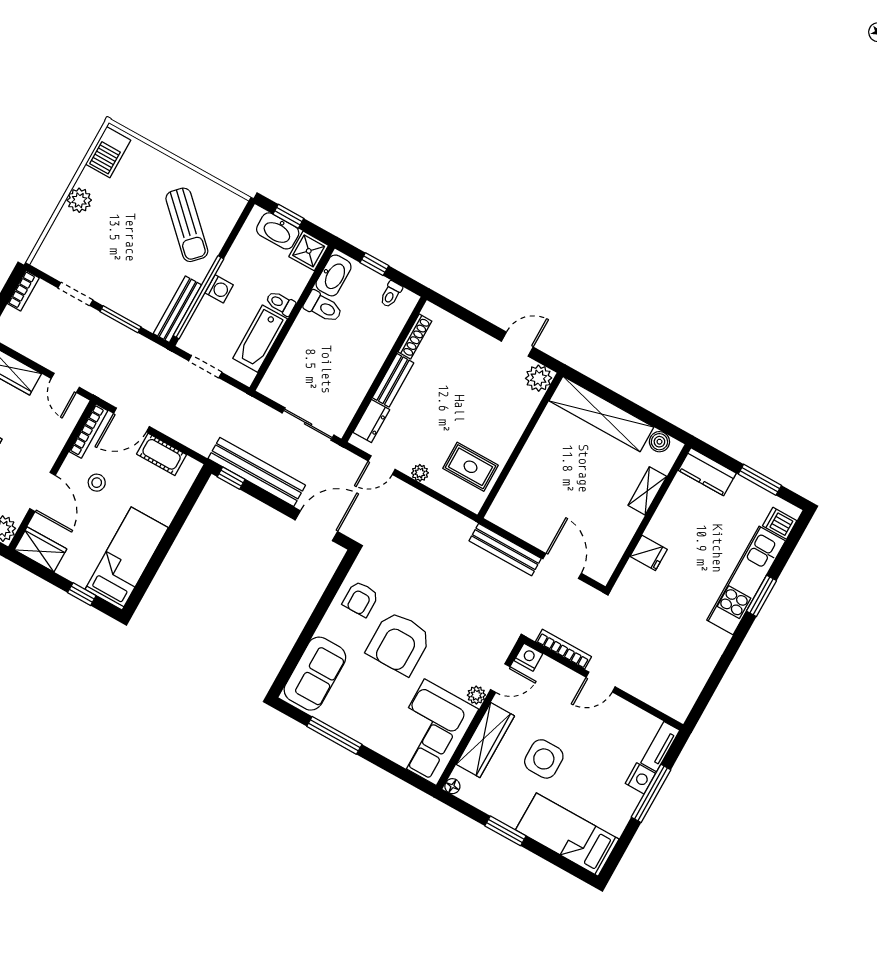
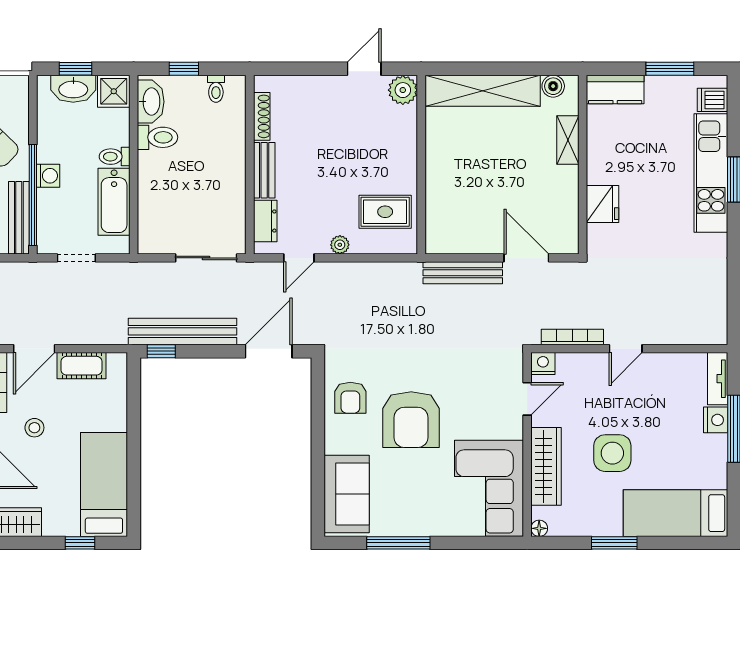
fridge: (649, 553) -> (602, 204), width x1.38
plant: (476, 695) -> (513, 428), removed

